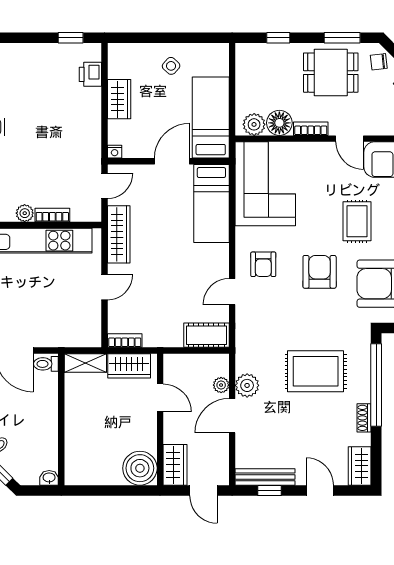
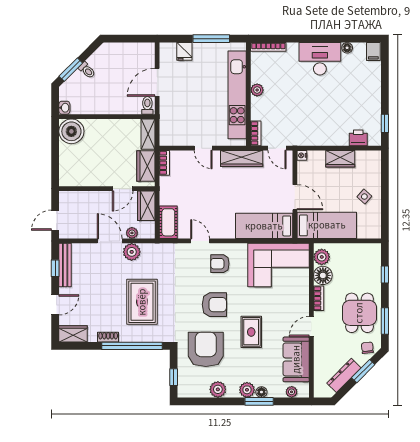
bookcase: (52, 215) -> (256, 133), moved
rug: (357, 221) -> (251, 332), turned 90
wardrobe: (175, 465) -> (146, 206), moved, turned 90
boiler: (140, 468) -> (71, 131), moved

